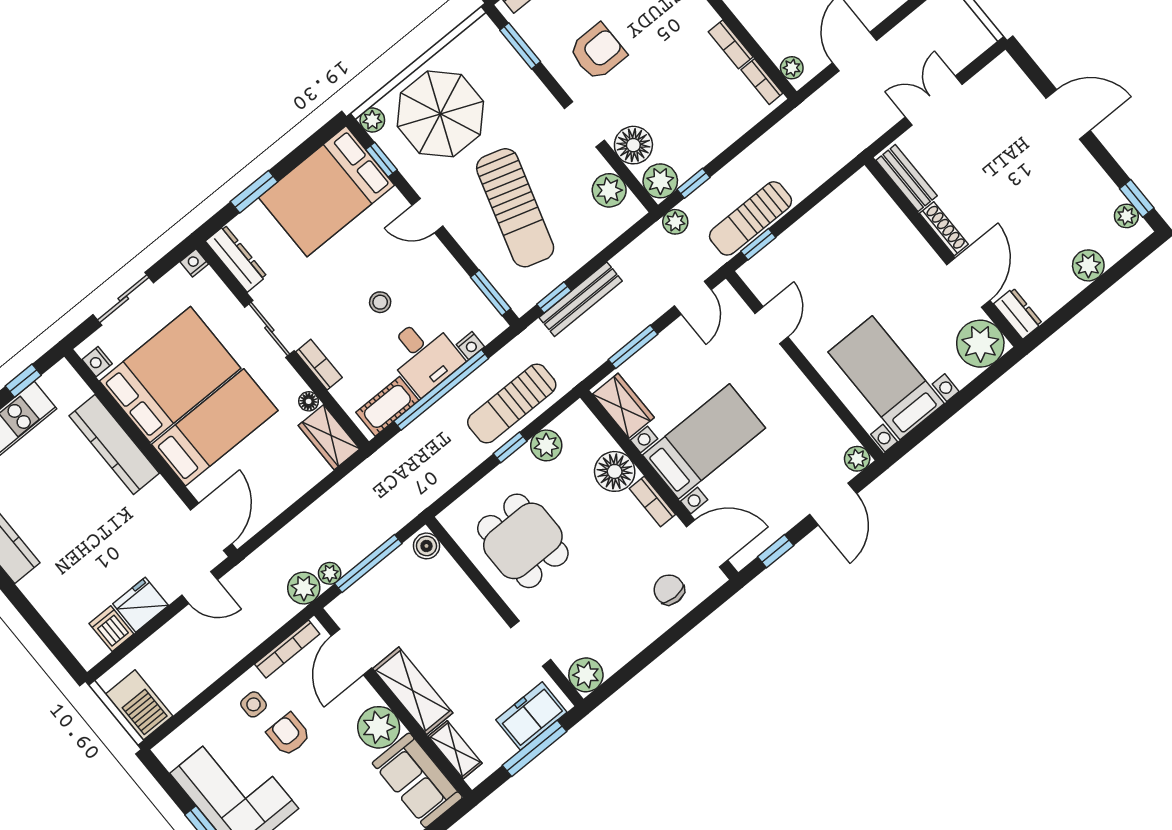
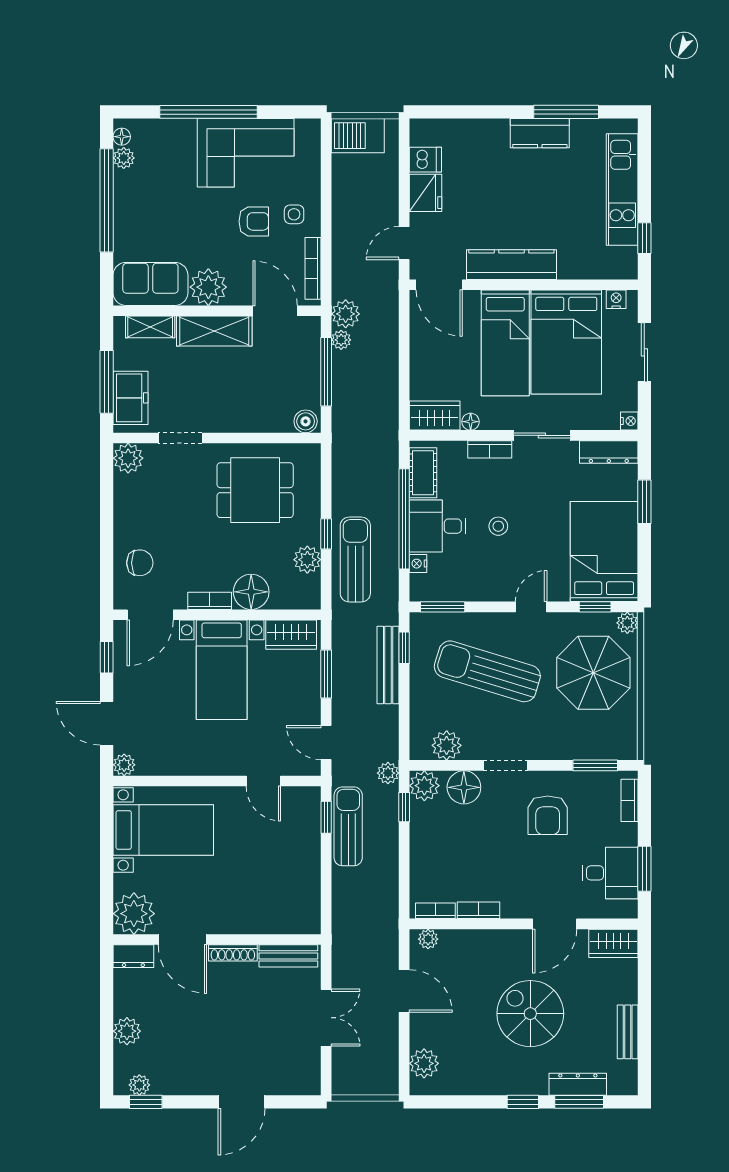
kitchen counter: (114, 444) -> (511, 265), moved

